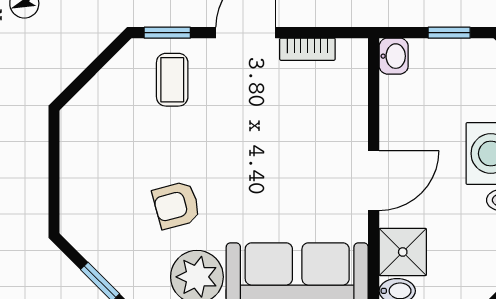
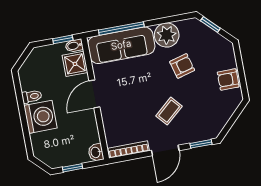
bookcase: (307, 49) -> (129, 150), width x1.56
coffee table: (172, 80) -> (169, 111), moved, turned 49
armchair: (84, 158) -> (228, 79), added

